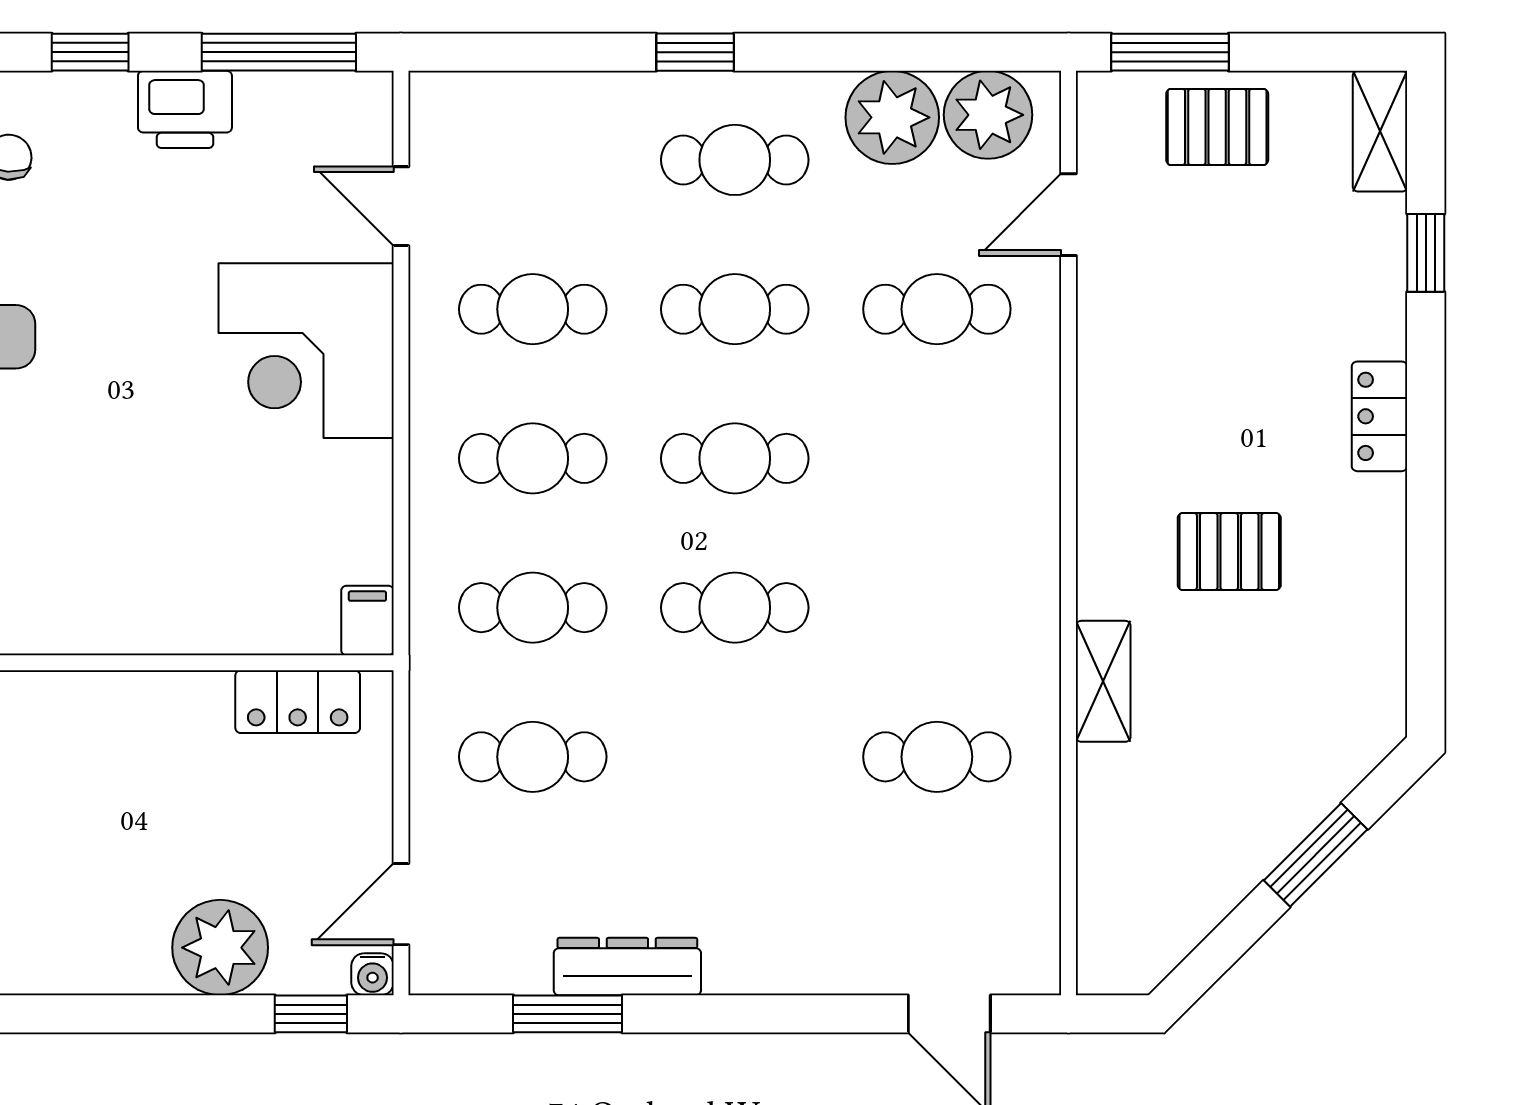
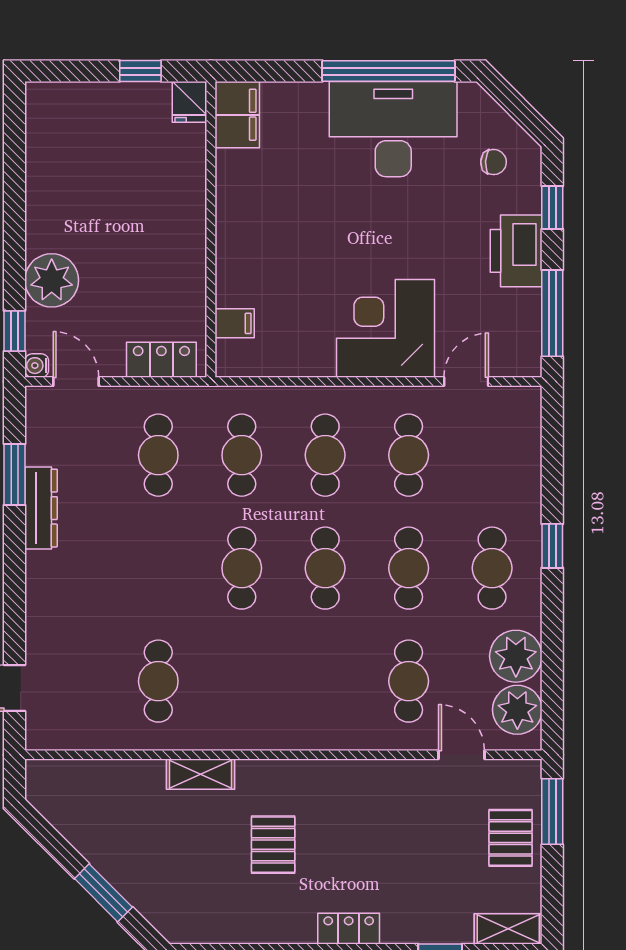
printer: (185, 109) -> (516, 251), width x1.37, depth x1.19
filing cabinet: (367, 621) -> (235, 323), moved
locker: (298, 702) -> (161, 360), moved, turned 90

